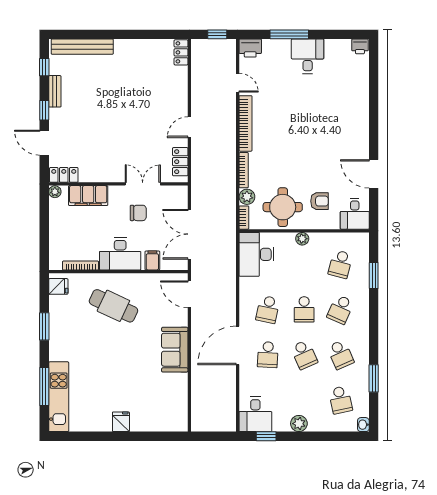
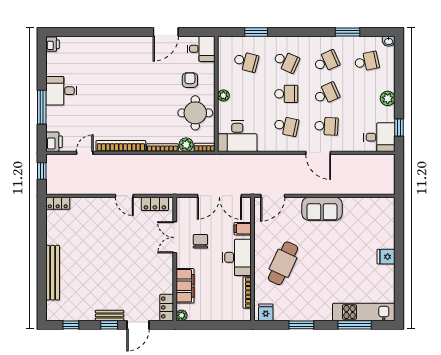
bench: (82, 47) -> (53, 273), moved
bench: (55, 91) -> (110, 315), moved
door: (238, 345) -> (318, 153), width x0.73

